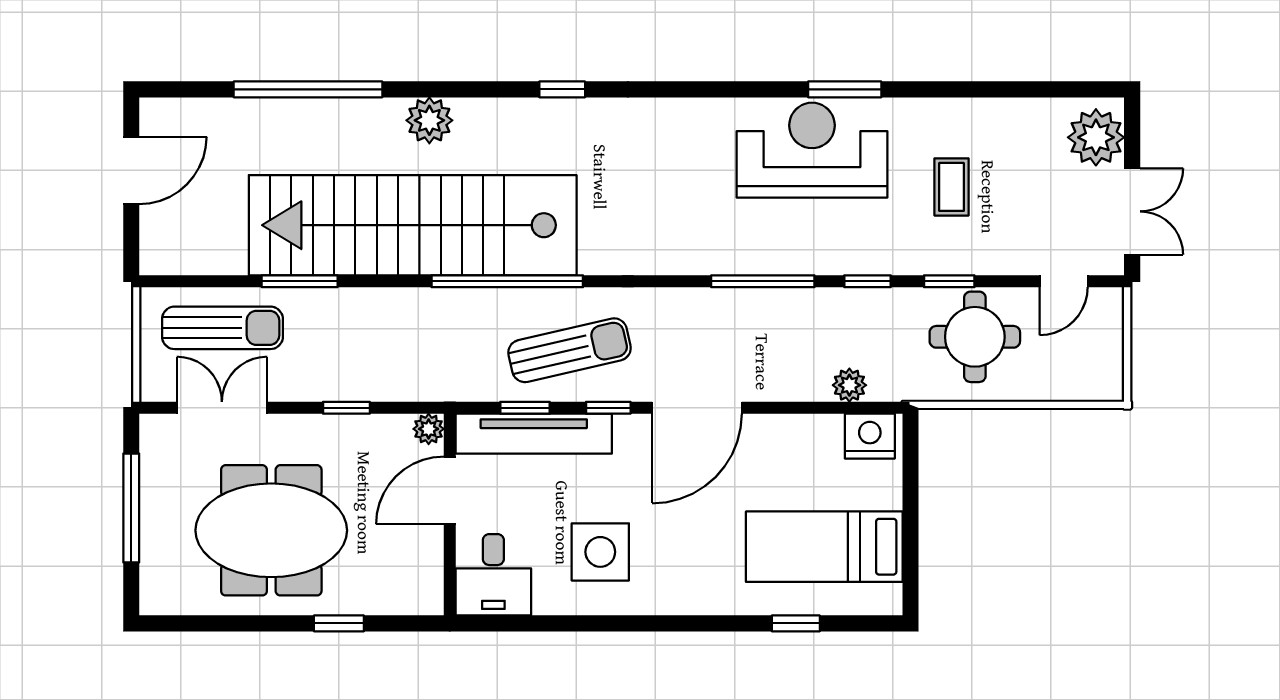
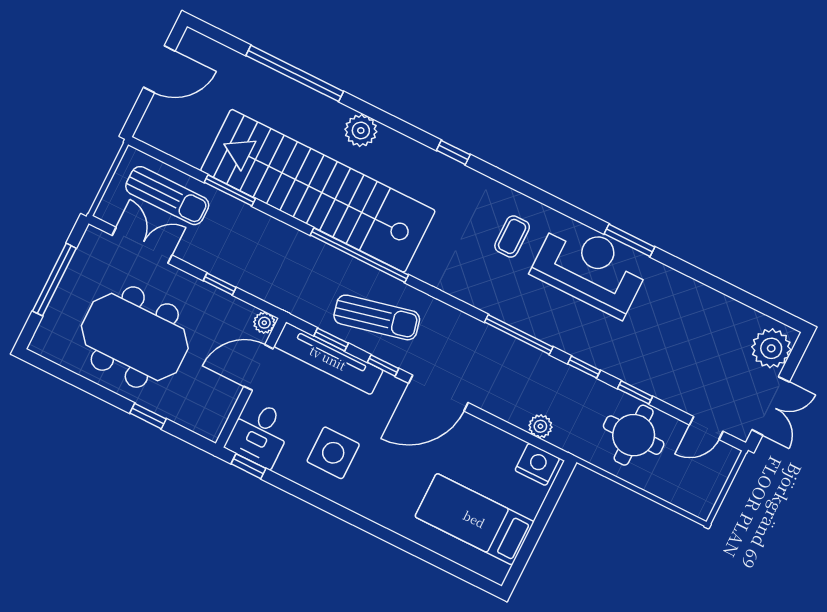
coffee table: (951, 187) -> (512, 236), moved
window: (796, 623) -> (248, 466), moved

